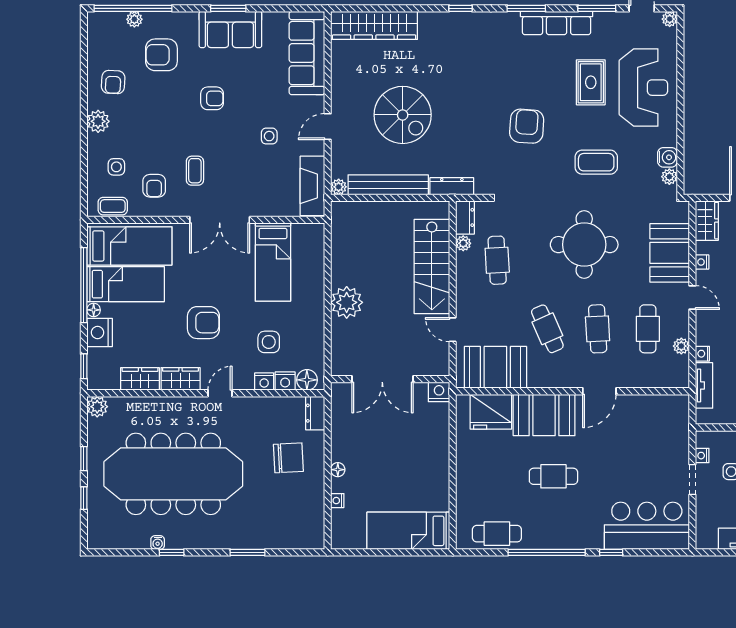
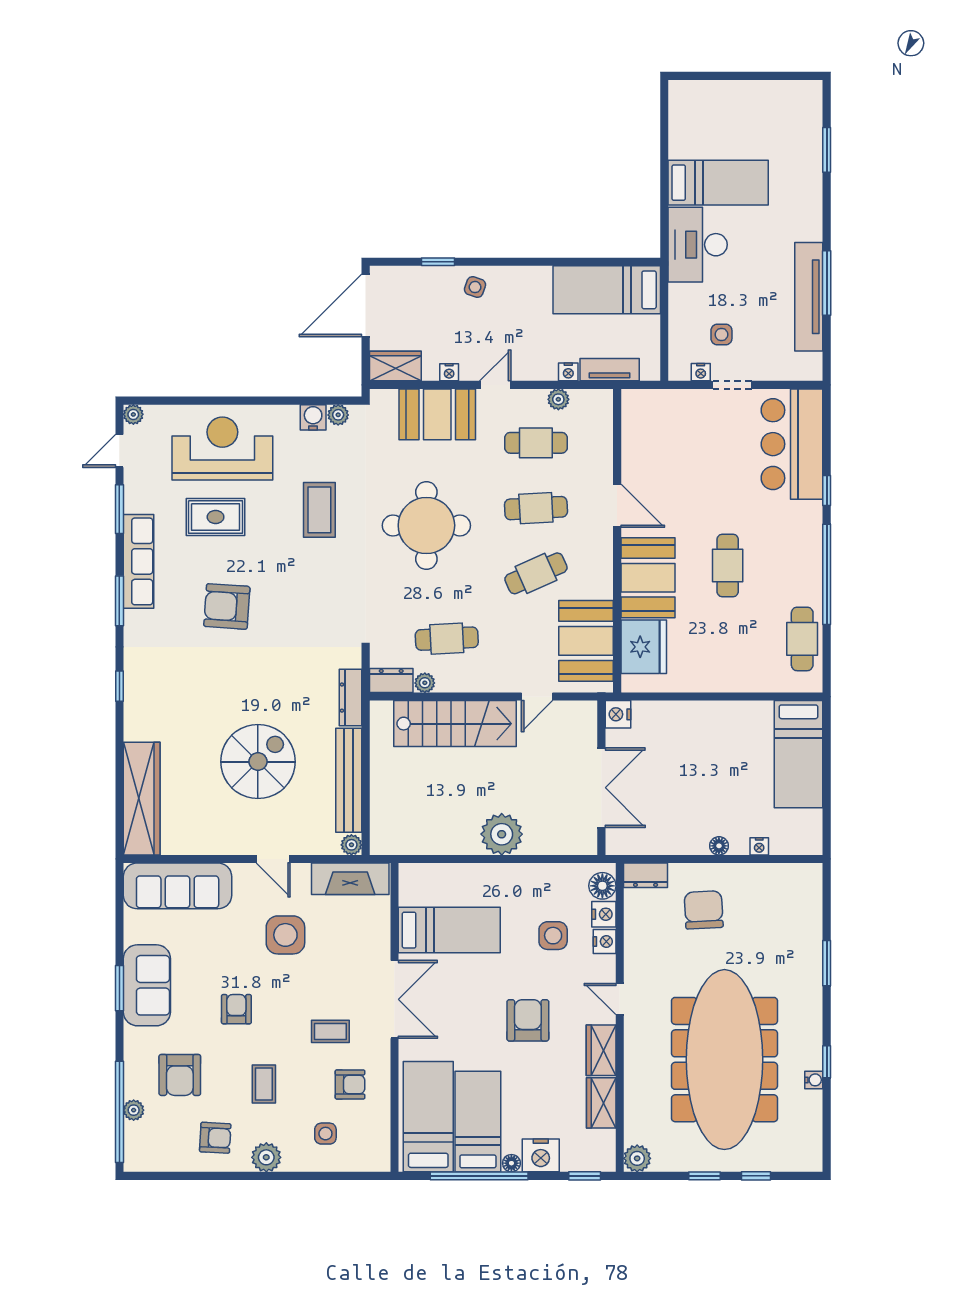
armchair: (527, 126) -> (227, 606), moved
side table: (269, 136) -> (285, 935), width x1.87, depth x1.87
coffee table: (113, 206) -> (264, 1084), moved

